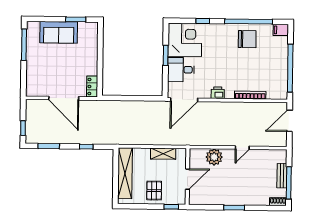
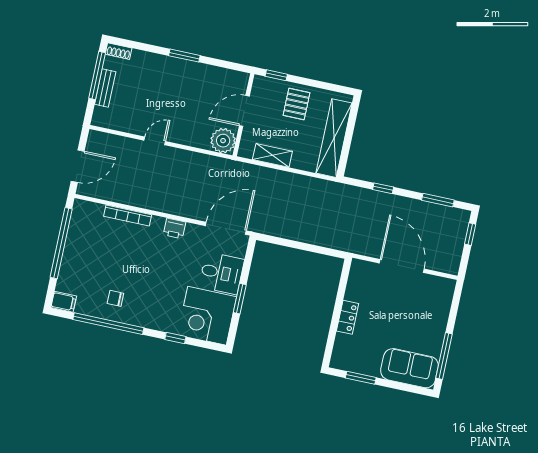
sofa: (59, 32) -> (409, 368), moved
chair: (247, 39) -> (115, 298), width x0.54, depth x0.54
locker: (92, 87) -> (348, 317), moved
plant: (214, 157) -> (223, 141), moved

